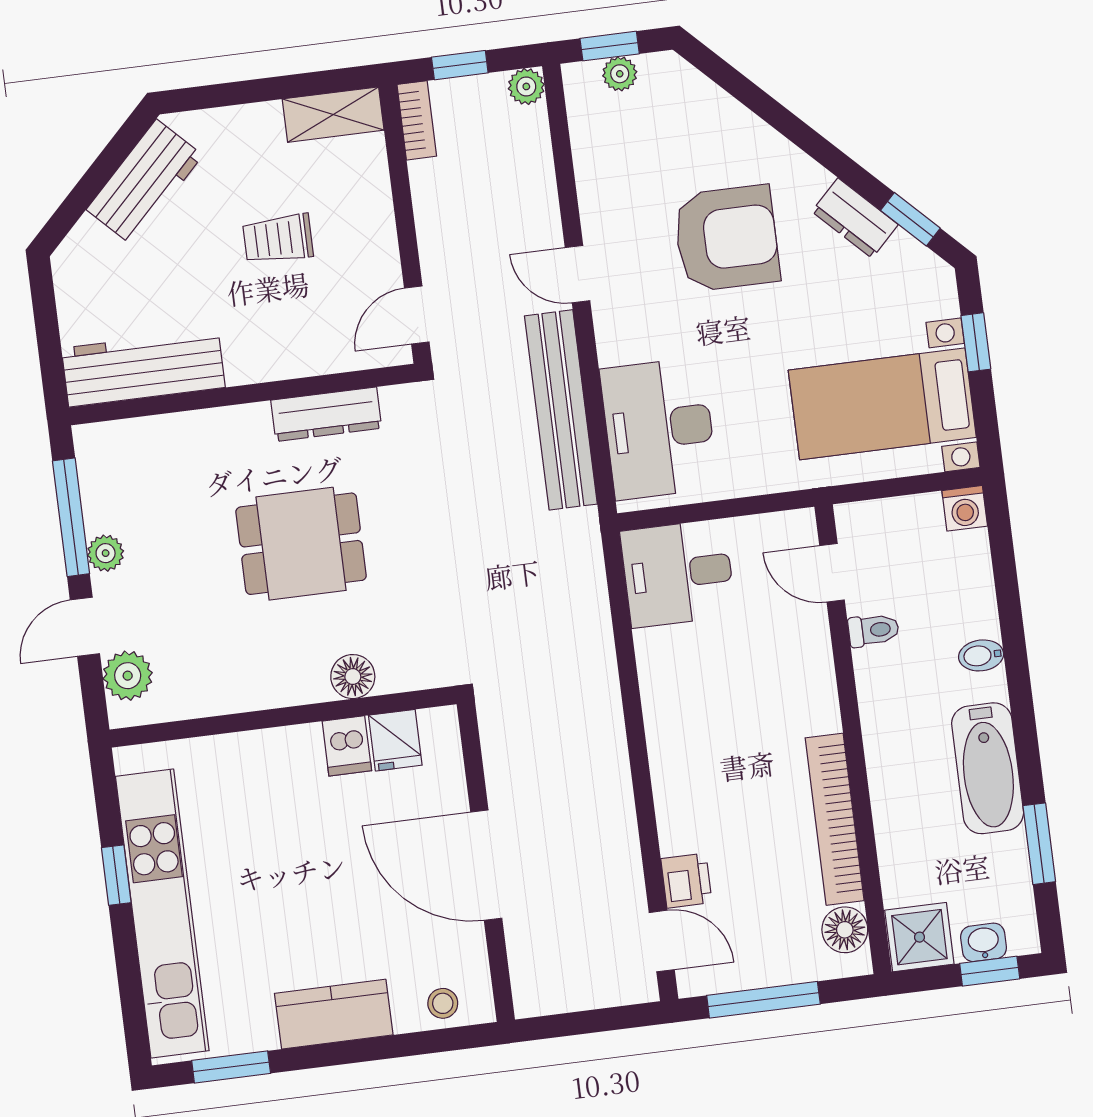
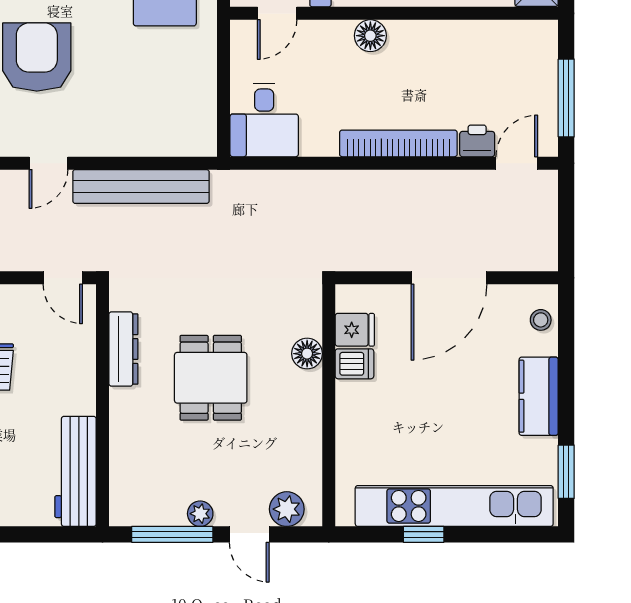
desk: (659, 429) -> (162, 120), removed
bookcase: (835, 819) -> (398, 143), moved, turned 180
floor lamp: (845, 930) -> (370, 36), moved

